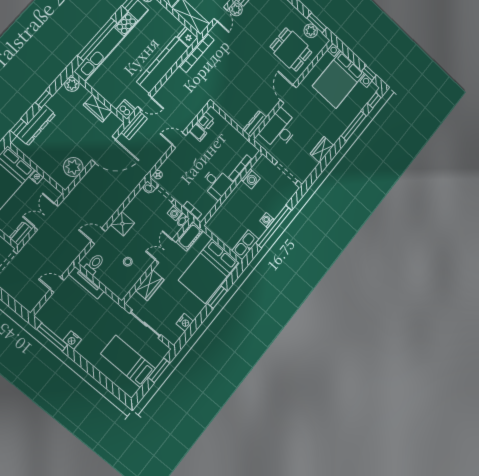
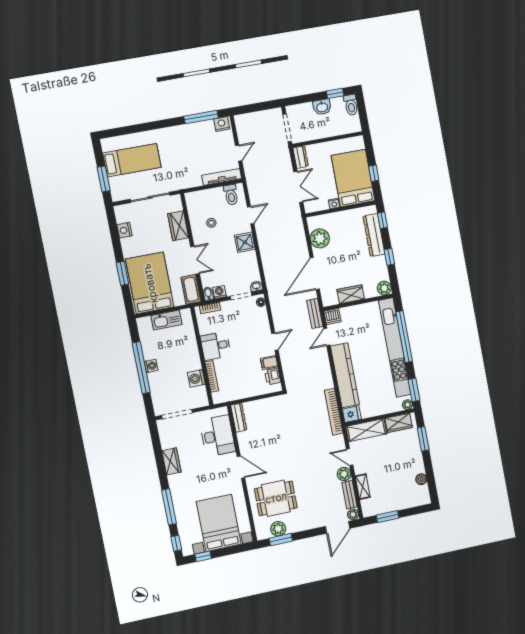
kitchen sink: (245, 245) -> (166, 320), moved, turned 90
nightstand: (72, 340) -> (222, 124), moved

